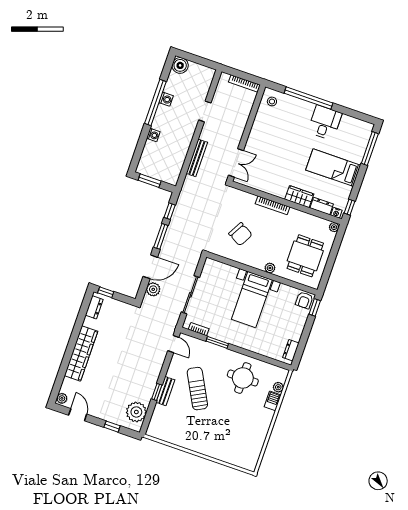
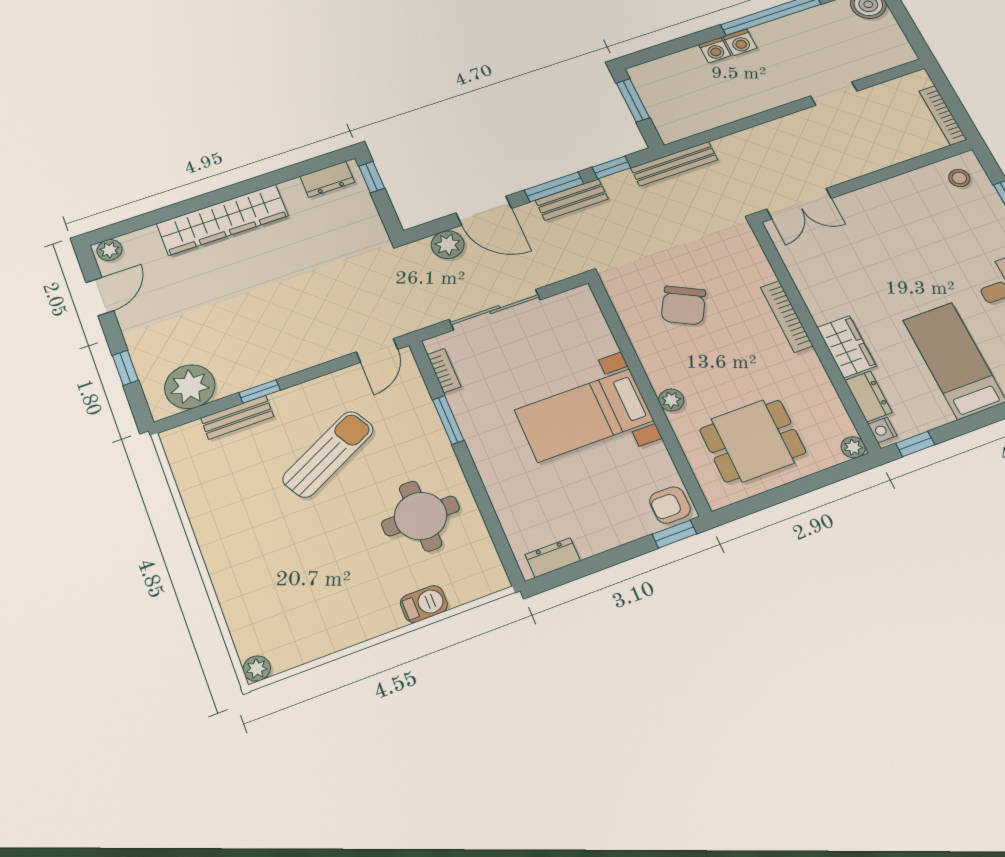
washing machine: (166, 99) -> (740, 42), moved
bench: (197, 158) -> (674, 164), moved
bench: (171, 235) -> (572, 200), added
plant: (278, 387) -> (257, 668), moved
bench: (165, 391) -> (237, 417), moved

